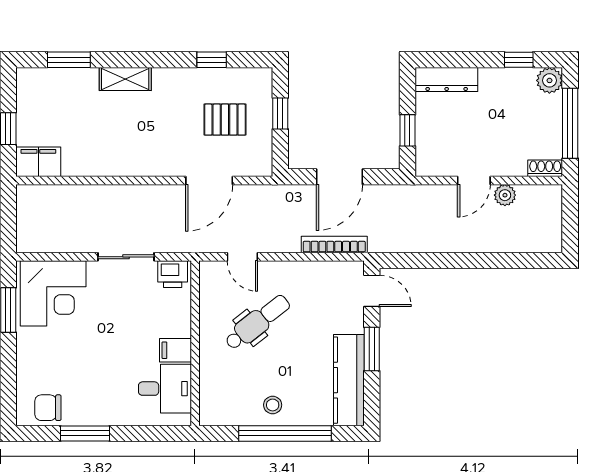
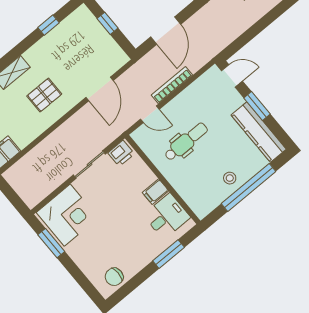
pallet: (225, 120) -> (44, 95), moved
bookcase: (334, 245) -> (172, 85), moved
dental chair: (257, 322) -> (186, 142), turned 38
window: (85, 433) -> (169, 254), moved

